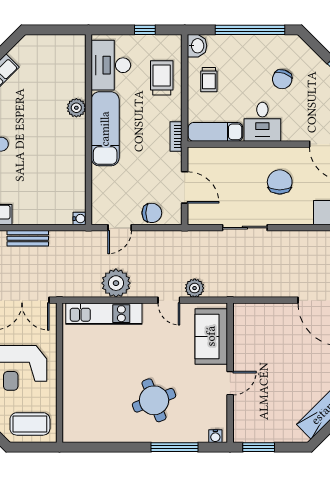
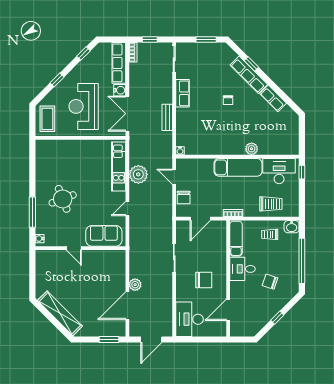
window: (145, 30) -> (302, 172), moved
plant: (195, 288) -> (135, 285), moved
window: (259, 447) -> (32, 266), removed

